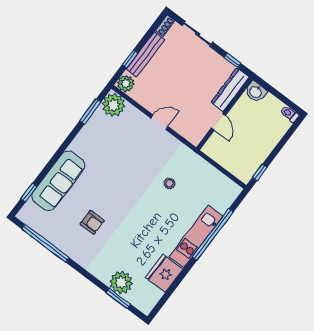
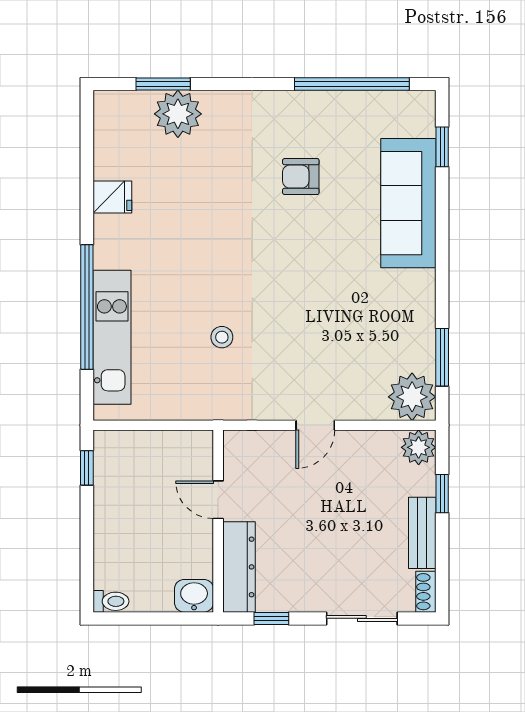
bench: (145, 54) -> (422, 533), width x0.73
kitchen unit: (196, 237) -> (112, 337), moved
fridge: (164, 273) -> (112, 197), width x0.53, depth x0.75

